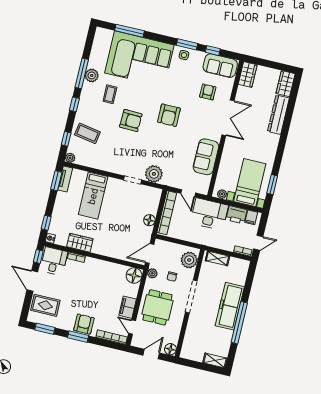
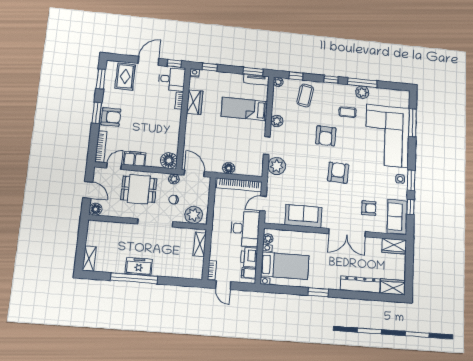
armchair: (169, 115) -> (338, 173), turned 93
plant: (109, 166) -> (277, 121), added
window: (272, 185) -> (318, 292), moved
freezer: (230, 306) -> (139, 266), width x0.52, depth x0.79

